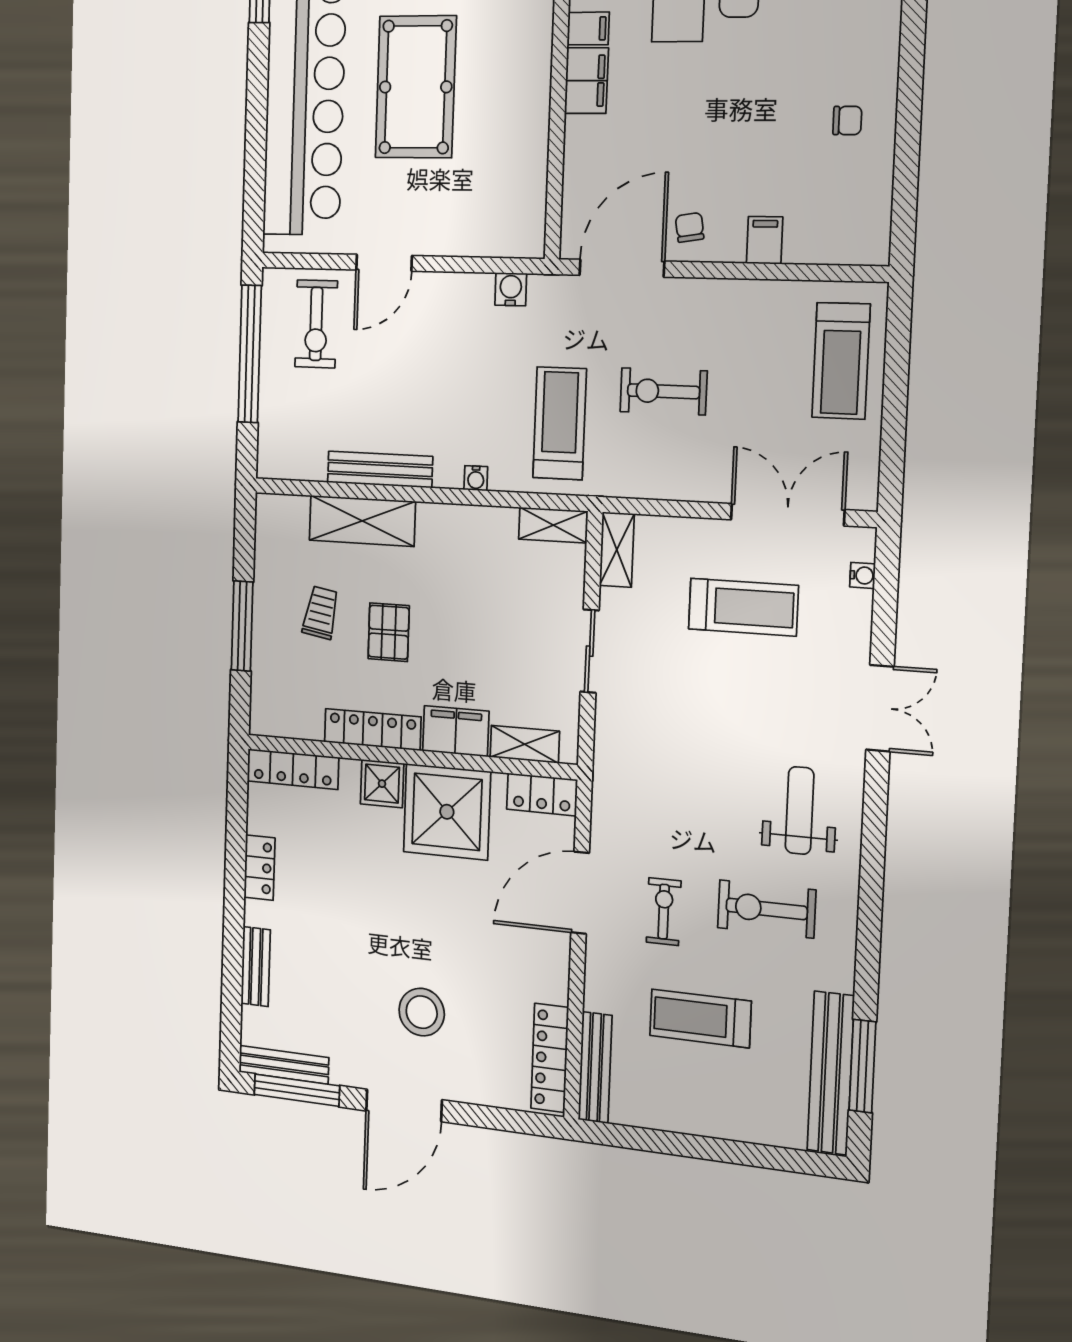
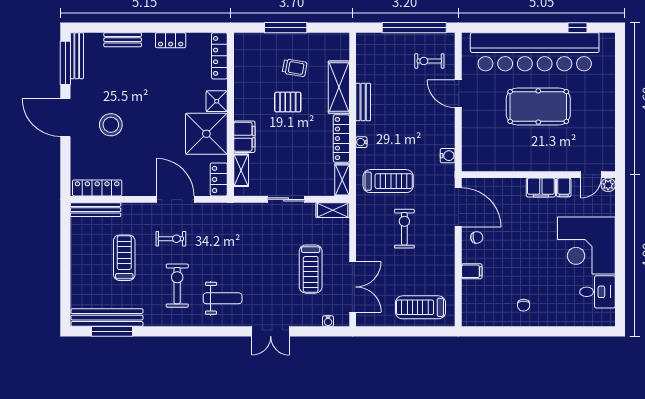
exercise bike: (316, 324) -> (429, 61), width x0.73, depth x0.72
bench: (380, 469) -> (363, 102), width x0.73
locker: (373, 730) -> (341, 139), moved, turned 180

